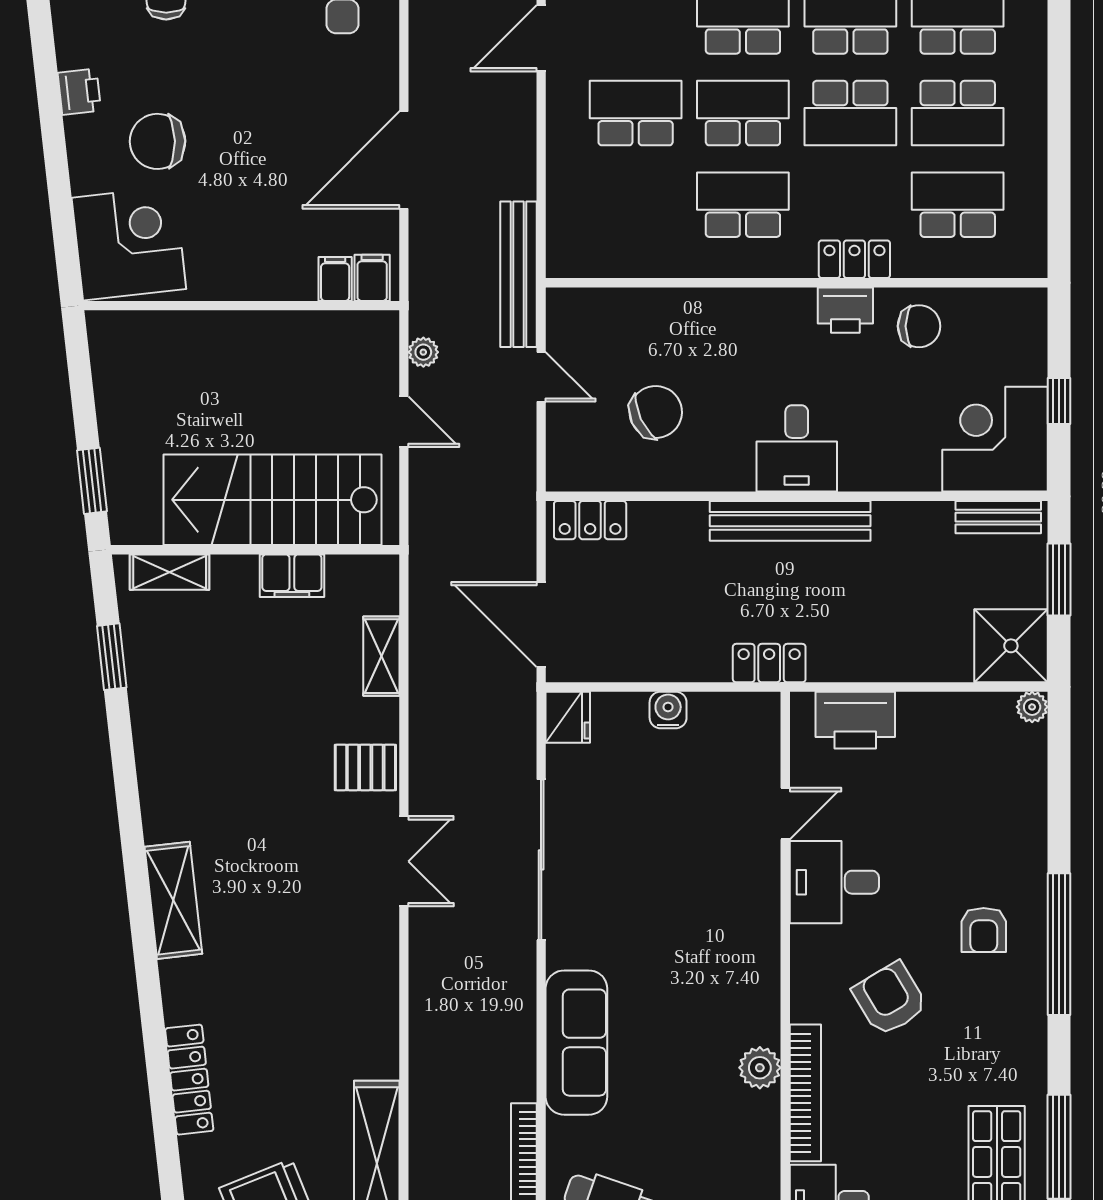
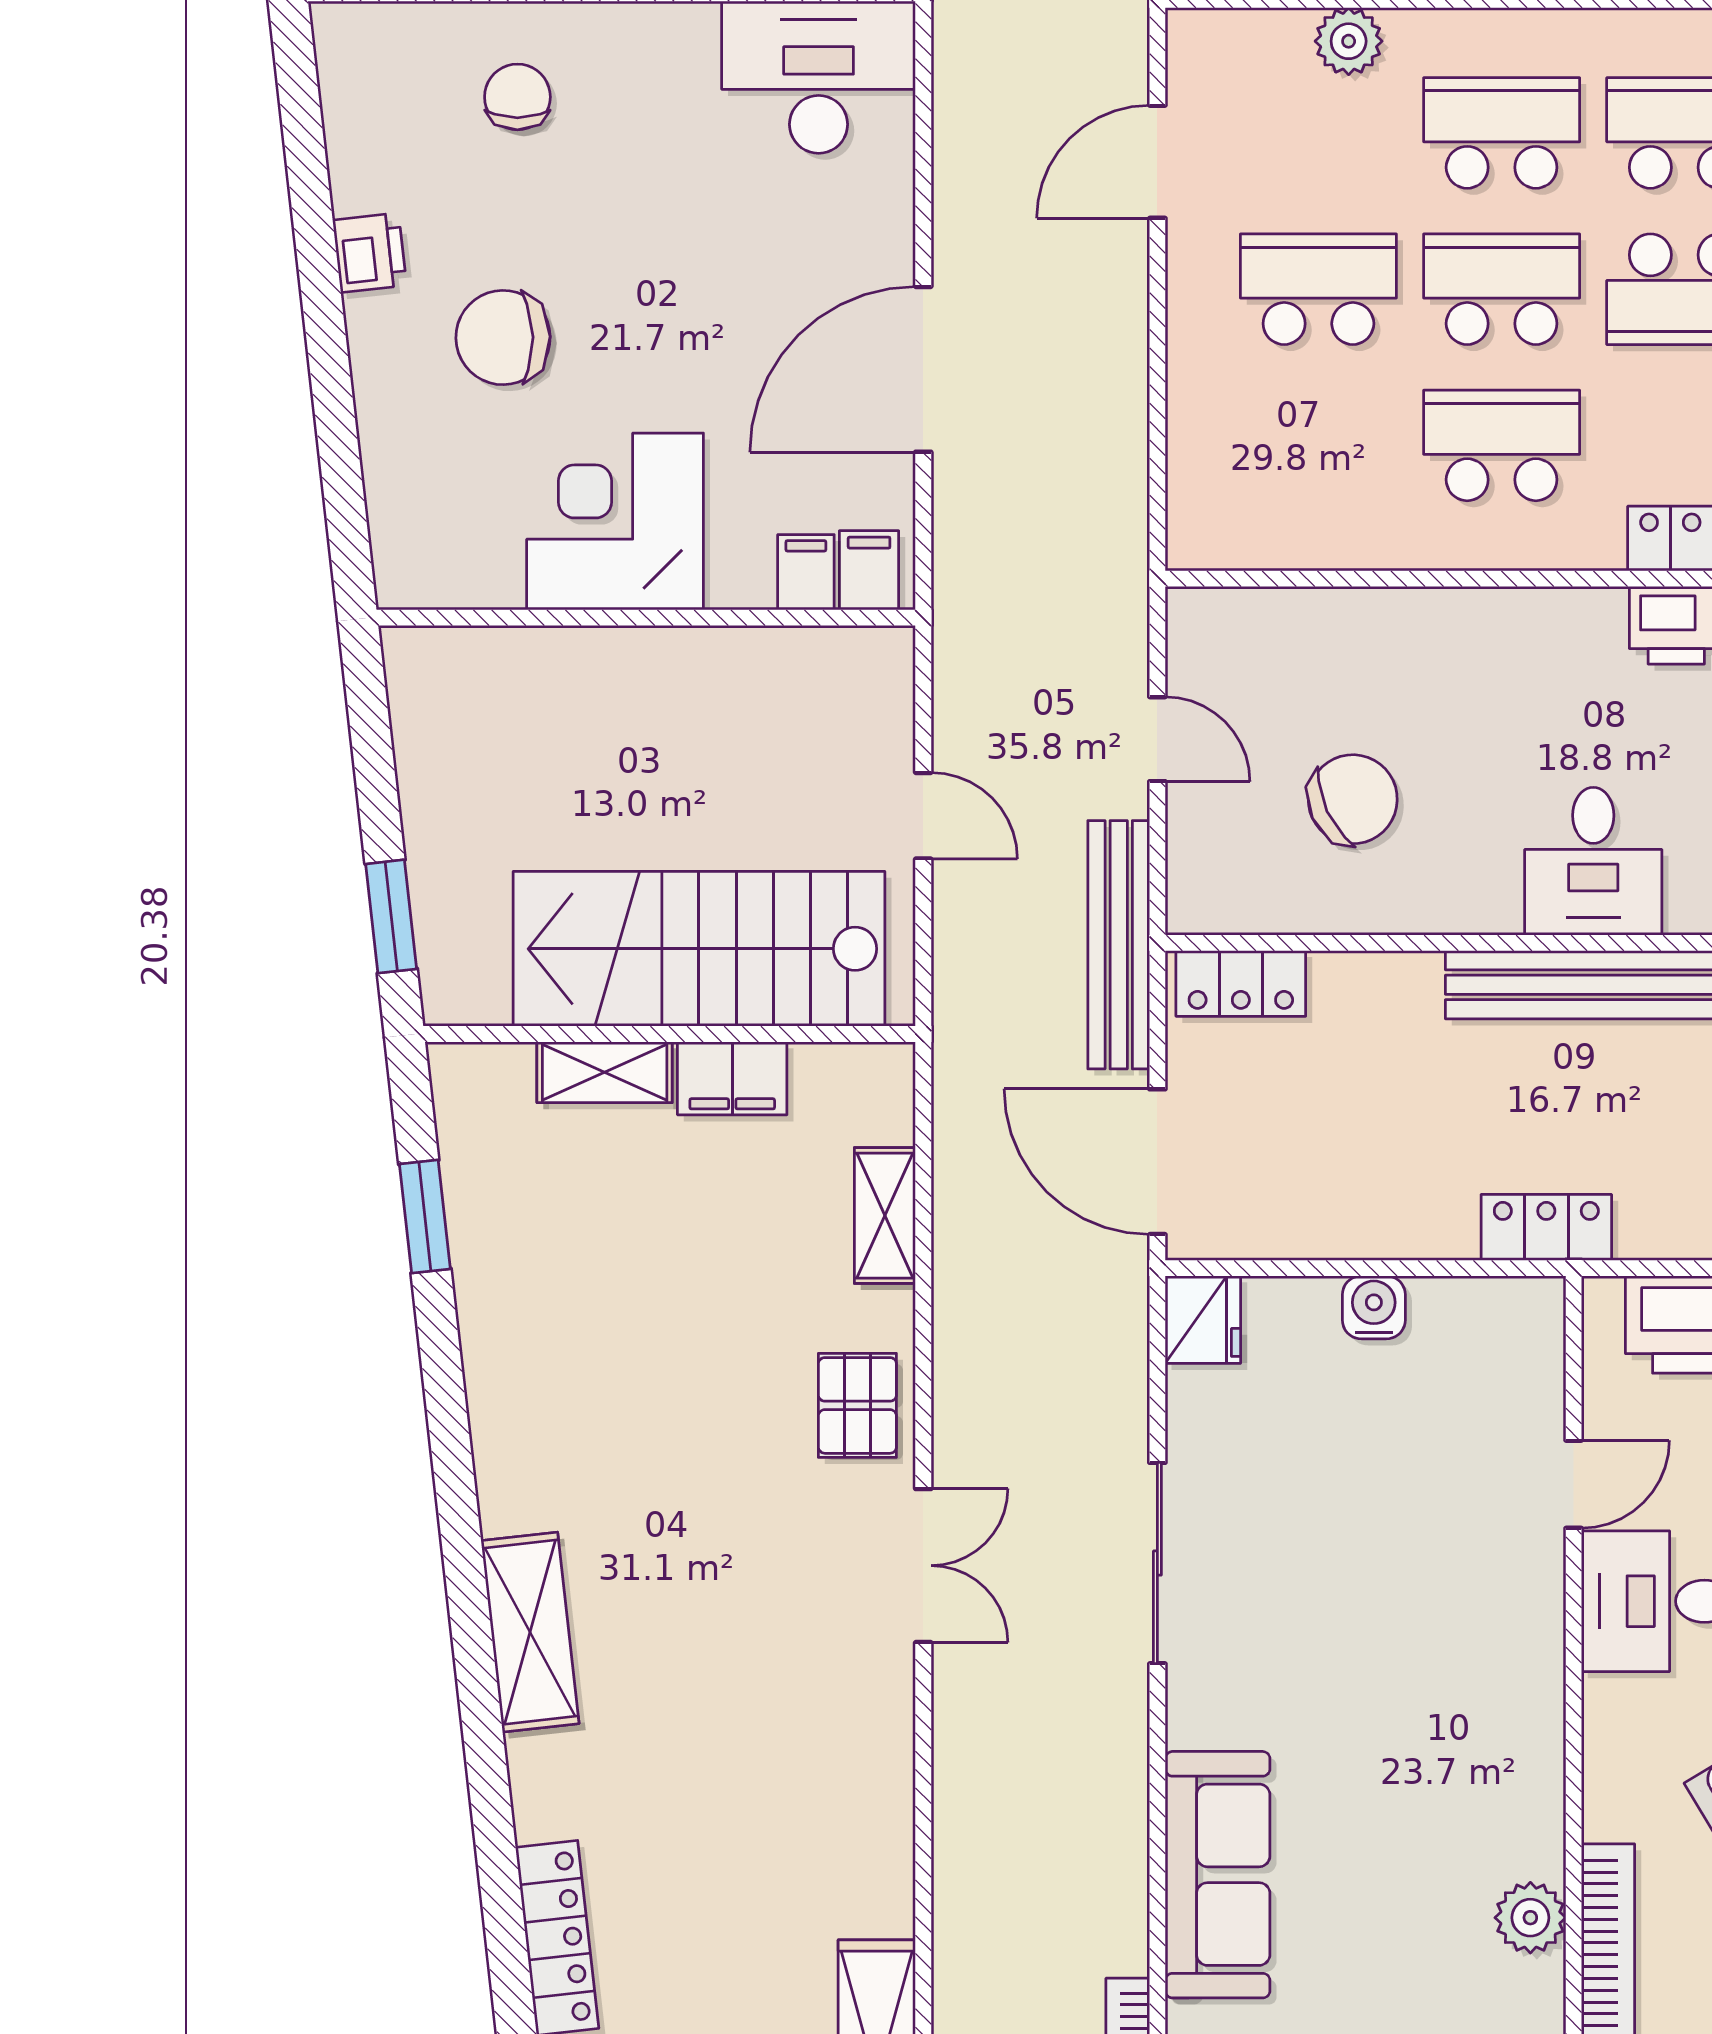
corner desk: (129, 243) -> (615, 521), moved, turned -84
bench: (518, 274) -> (1119, 945), moved
plant: (423, 352) -> (956, 697), removed
shelving: (170, 572) -> (605, 1072), moved
pallet: (365, 767) -> (857, 1405), turned 90
sliding door: (541, 860) -> (1157, 1563), width x0.73

